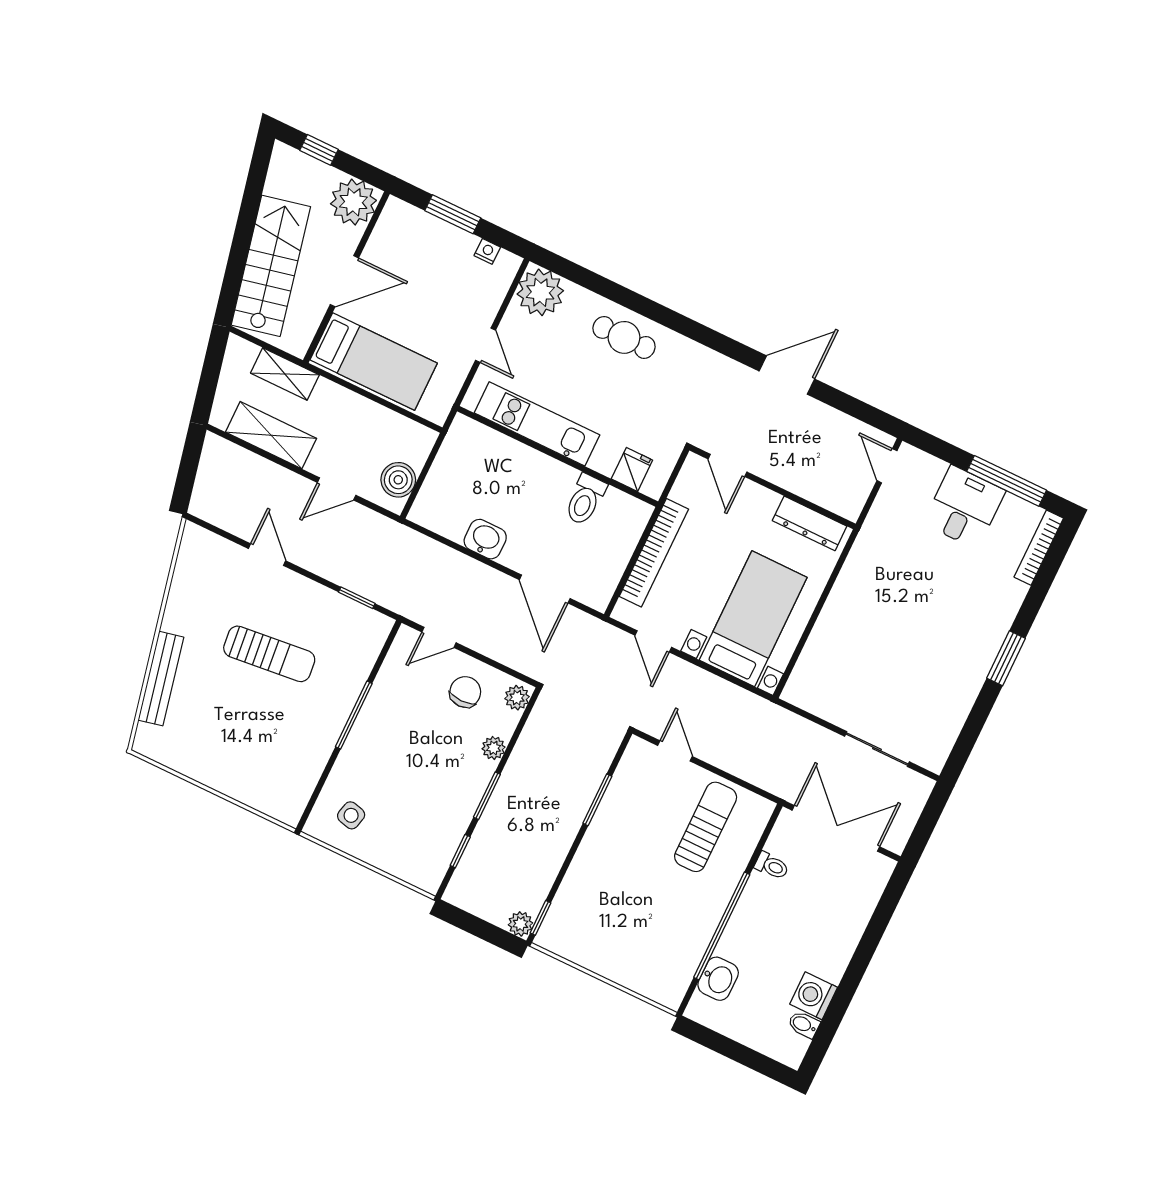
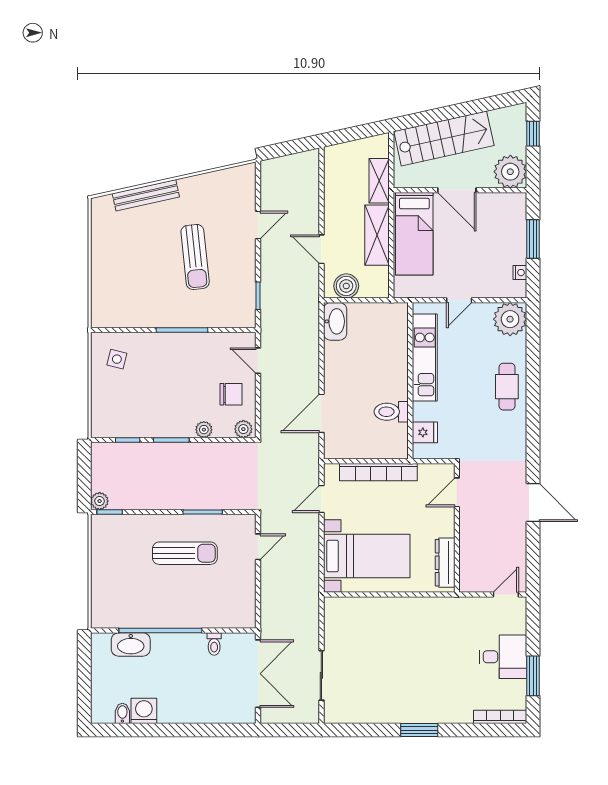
shelving: (271, 435) -> (377, 235), moved
window: (1007, 481) -> (533, 676), width x0.69
washbasin: (485, 539) -> (335, 321), moved, width x1.38
sun lounger: (706, 827) -> (185, 553), moved
washbasin: (718, 979) -> (131, 644), width x1.38

